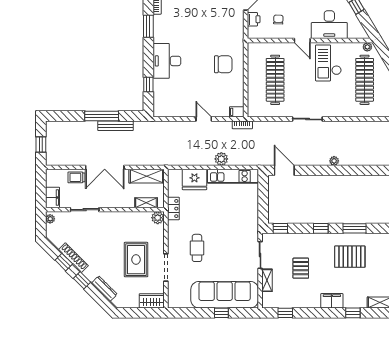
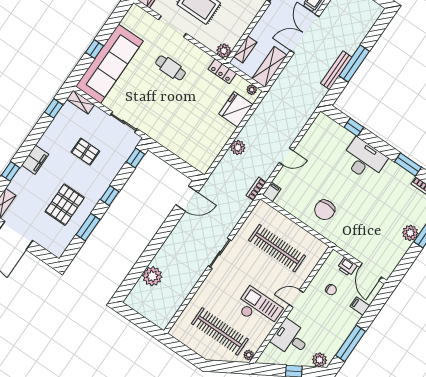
desk: (329, 25) -> (291, 338), width x0.73
plant: (334, 161) -> (152, 276), moved, width x1.88, depth x1.88
kitchen unit: (233, 176) -> (214, 147), removed
plant: (172, 178) -> (252, 90), added
shelving: (267, 280) -> (81, 102), moved

